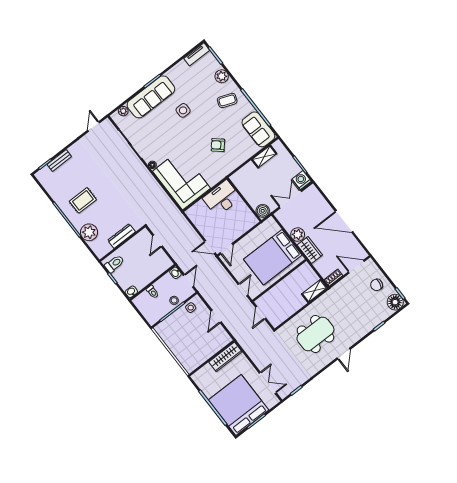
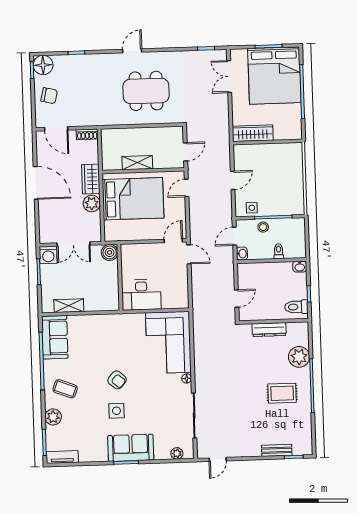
sofa: (151, 97) -> (131, 448), width x0.73
armchair: (218, 145) -> (117, 380), moved
shelving: (314, 291) -> (137, 163), moved

